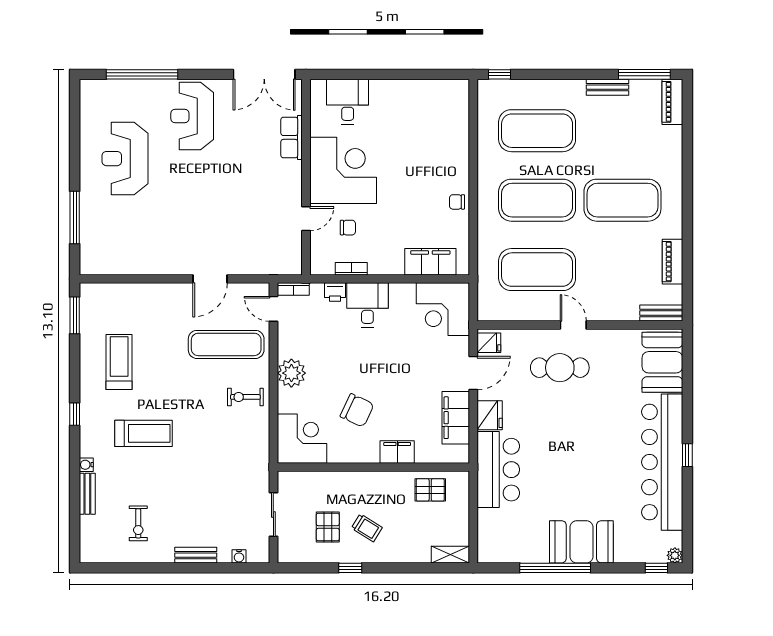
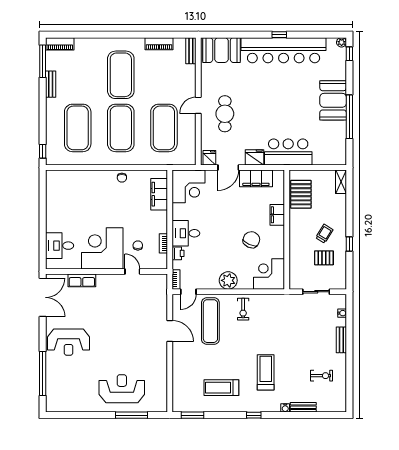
reception desk: (125, 159) -> (122, 389), moved, turned 180
door: (473, 373) -> (228, 168), swing flipped
pallet: (430, 490) -> (301, 194), width x1.50, depth x1.42

